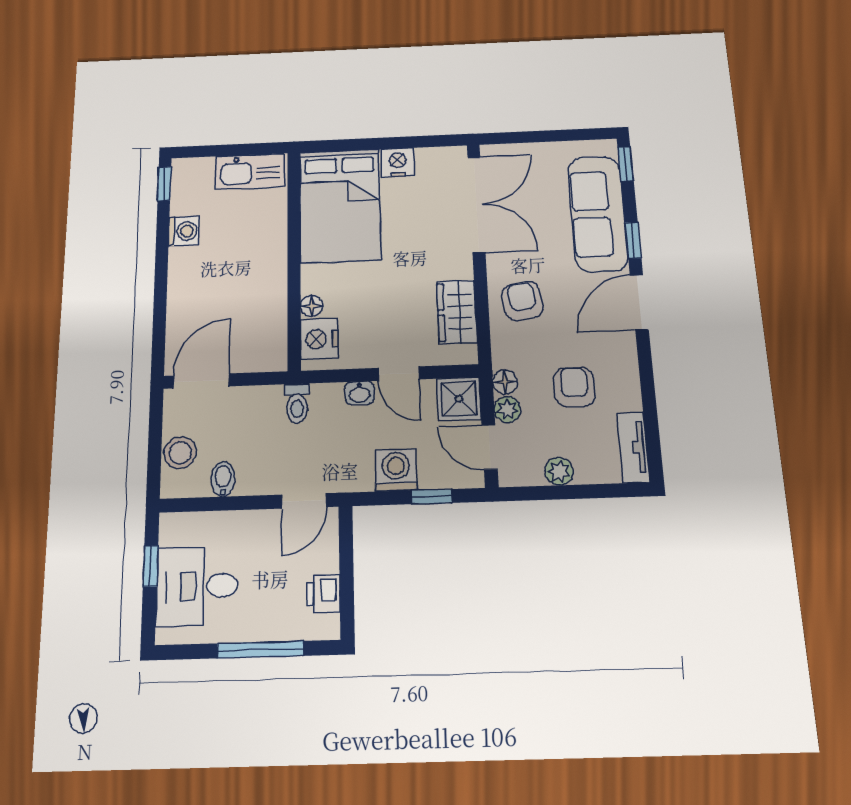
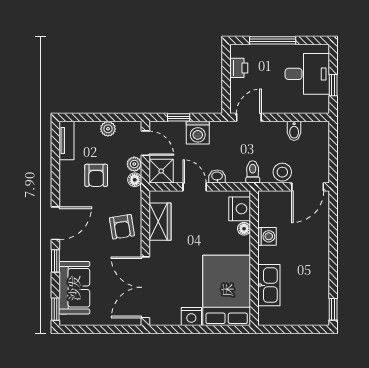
kitchen sink: (250, 172) -> (269, 285), moved, turned 90
sofa: (598, 214) -> (74, 288), width x0.73
washing machine: (184, 231) -> (267, 236), moved, turned 180
stool: (180, 453) -> (282, 172), moved

